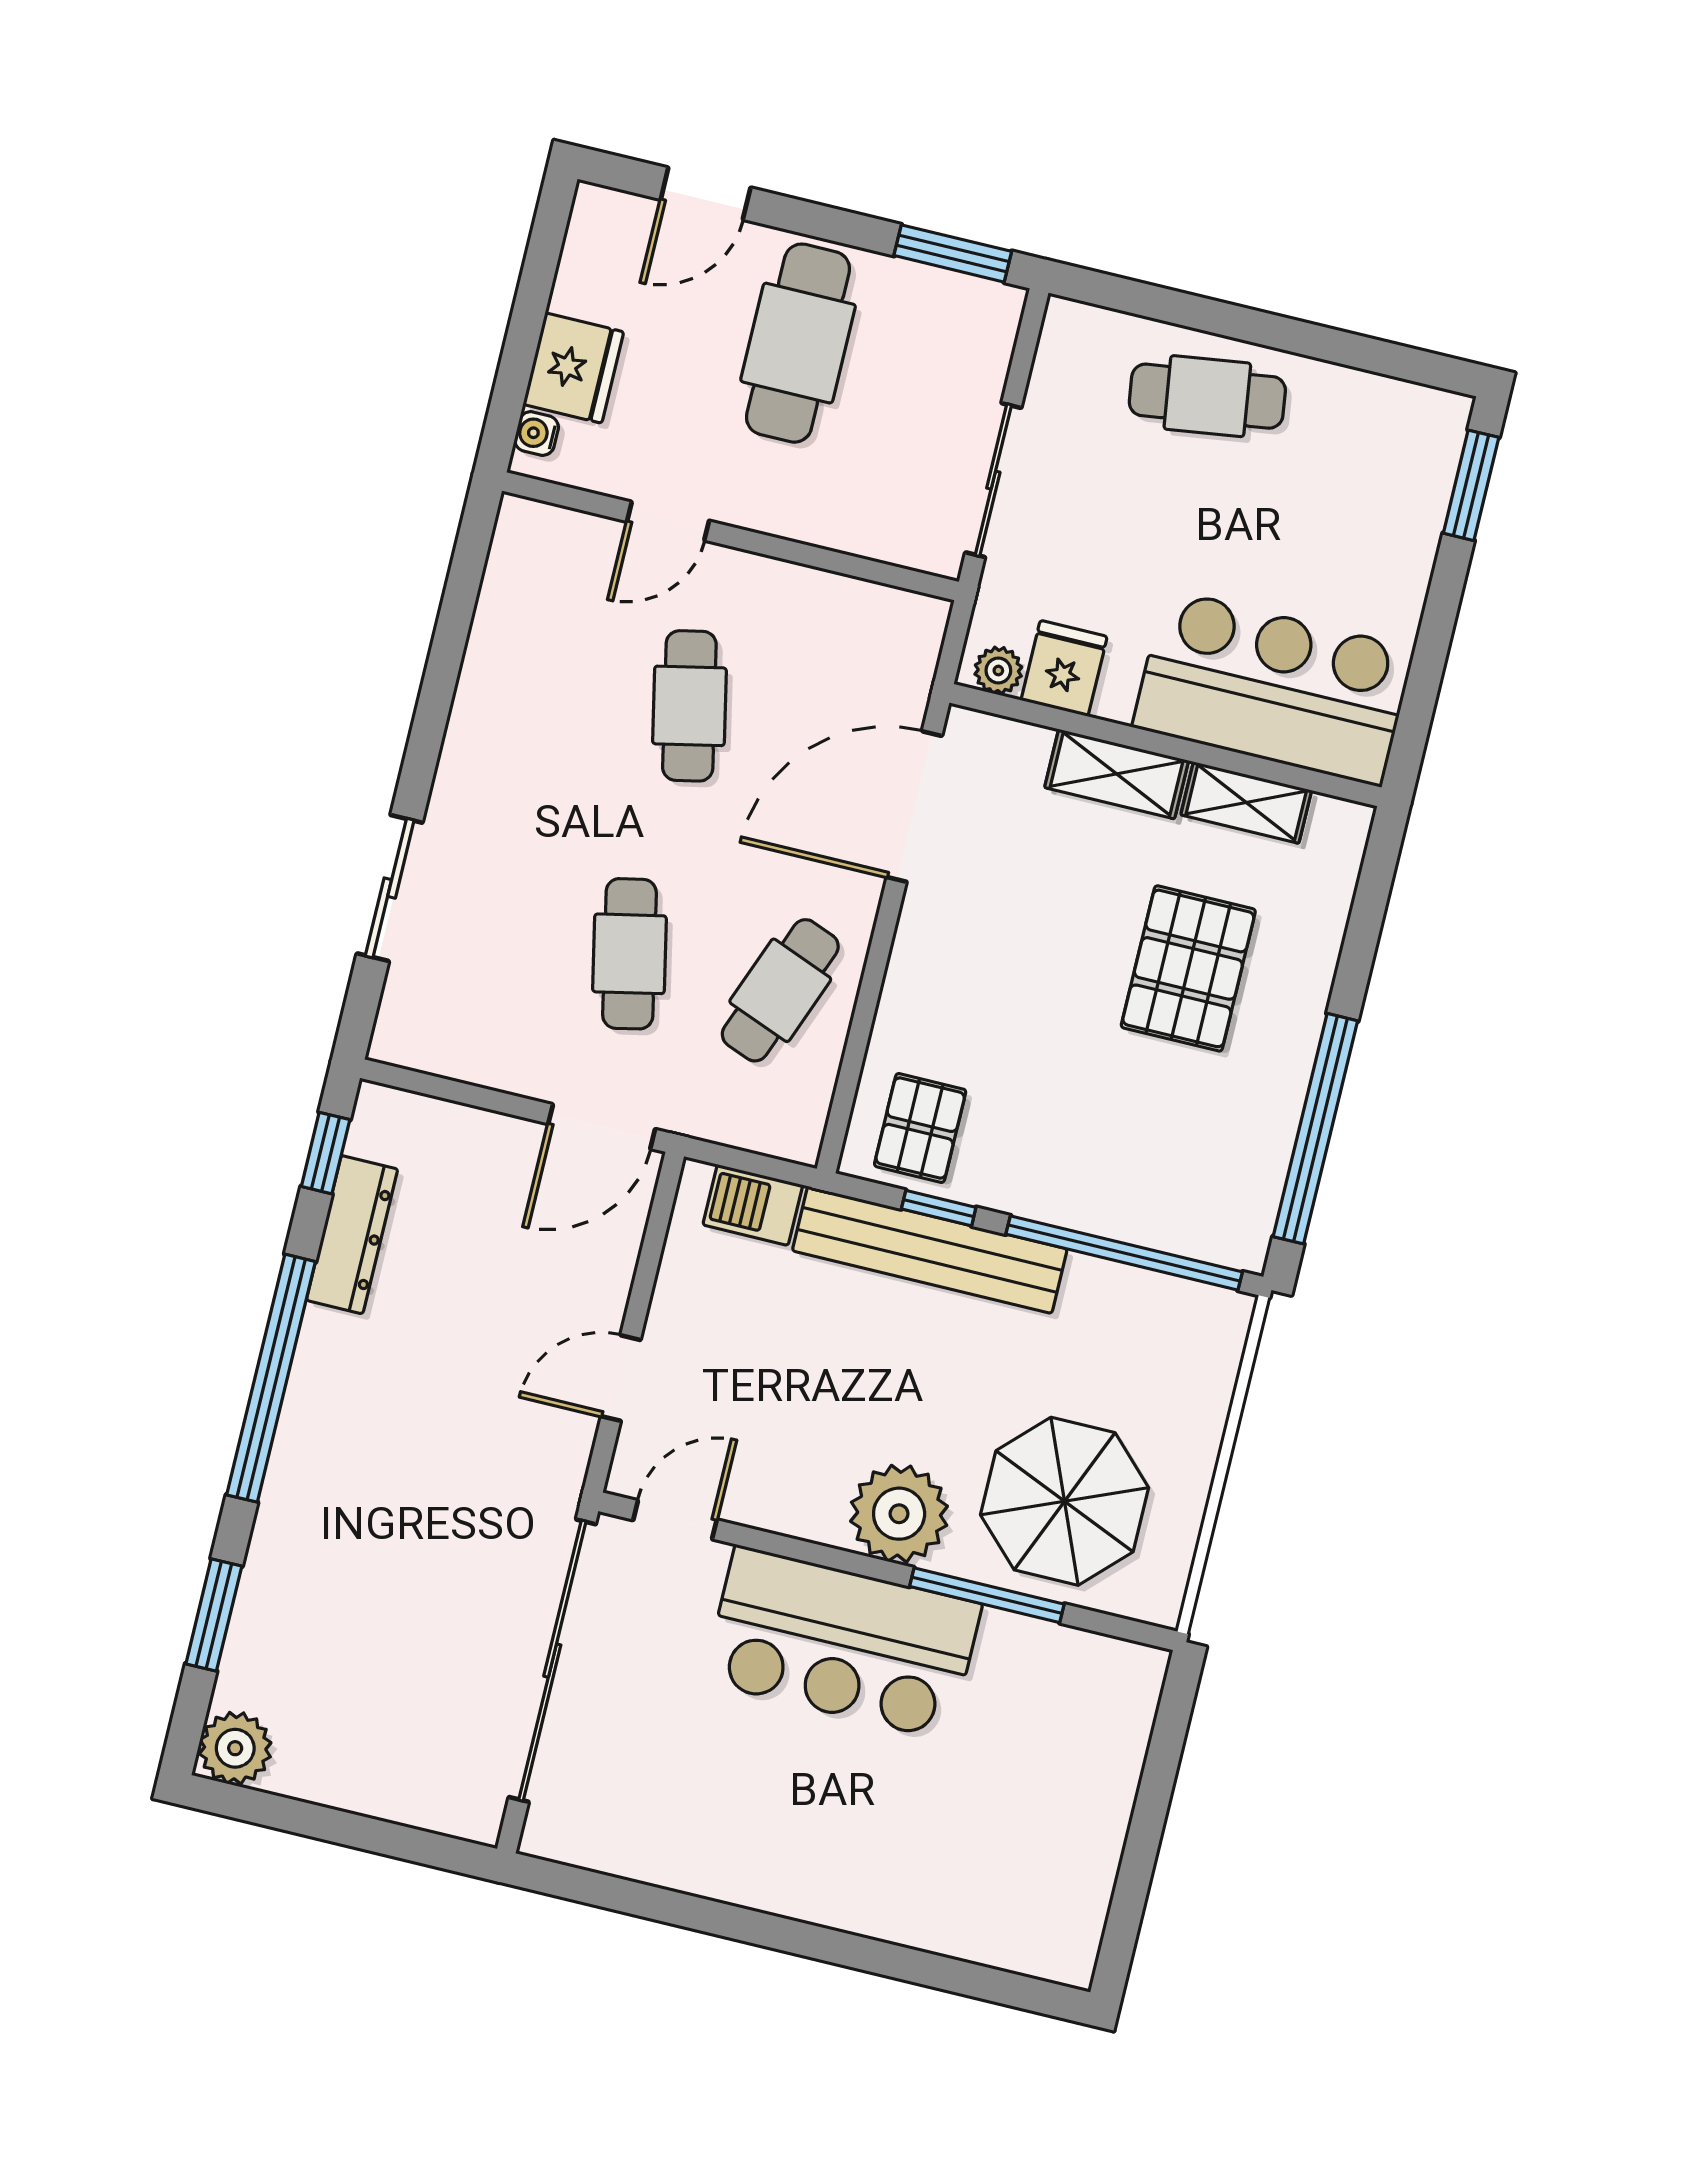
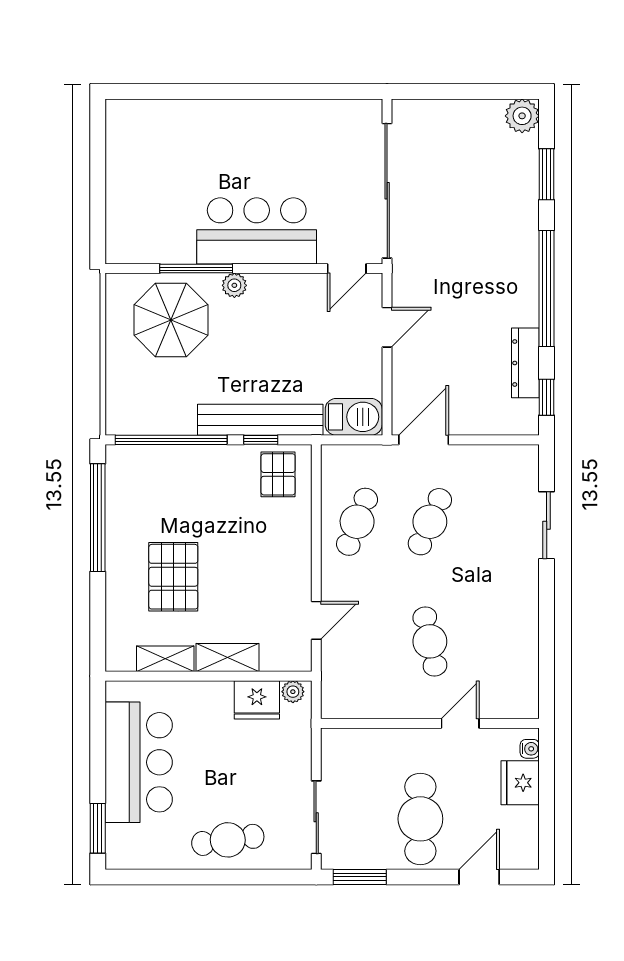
sliding door: (993, 480) -> (316, 817), moved
fridge: (1064, 668) -> (257, 700), width x1.38
bar counter: (1273, 688) -> (139, 762), moved, turned -90
door: (914, 806) -> (316, 620), width x0.53
cafe table: (629, 954) -> (430, 522), turned 36
barbecue: (753, 1205) -> (354, 417), width x1.38, depth x1.27
plant: (899, 1514) -> (234, 285), width x0.53, depth x0.53

